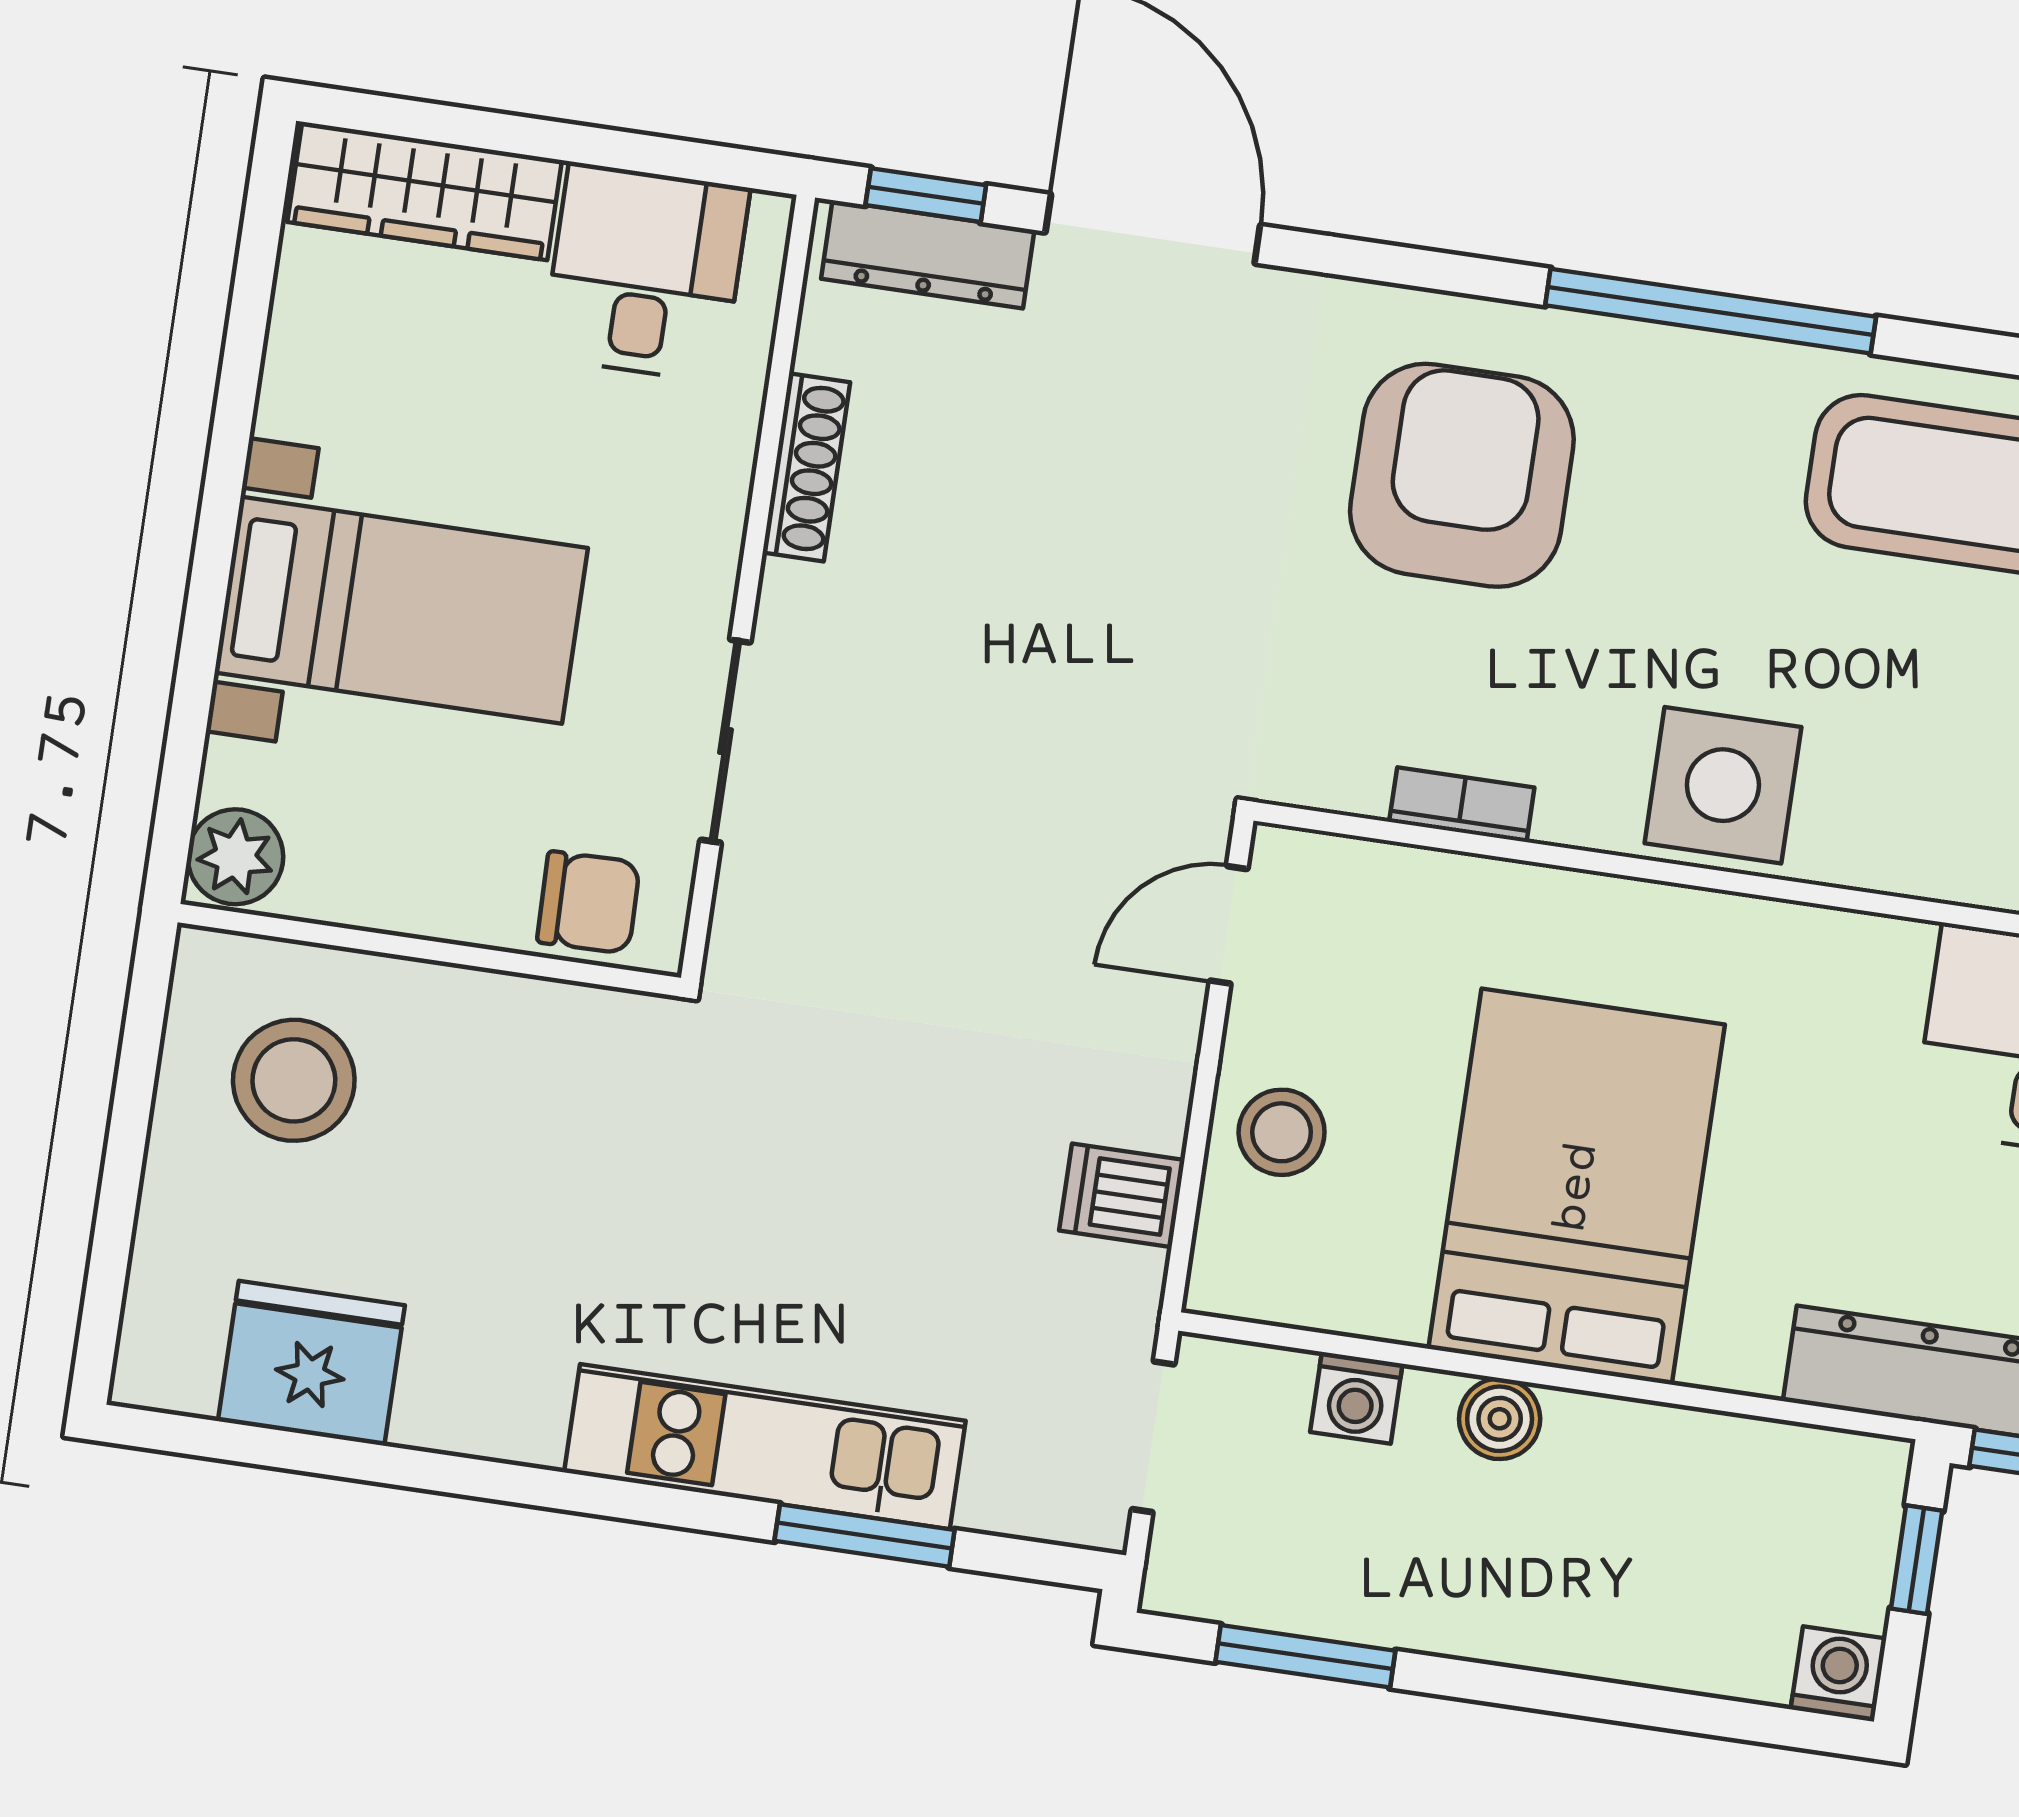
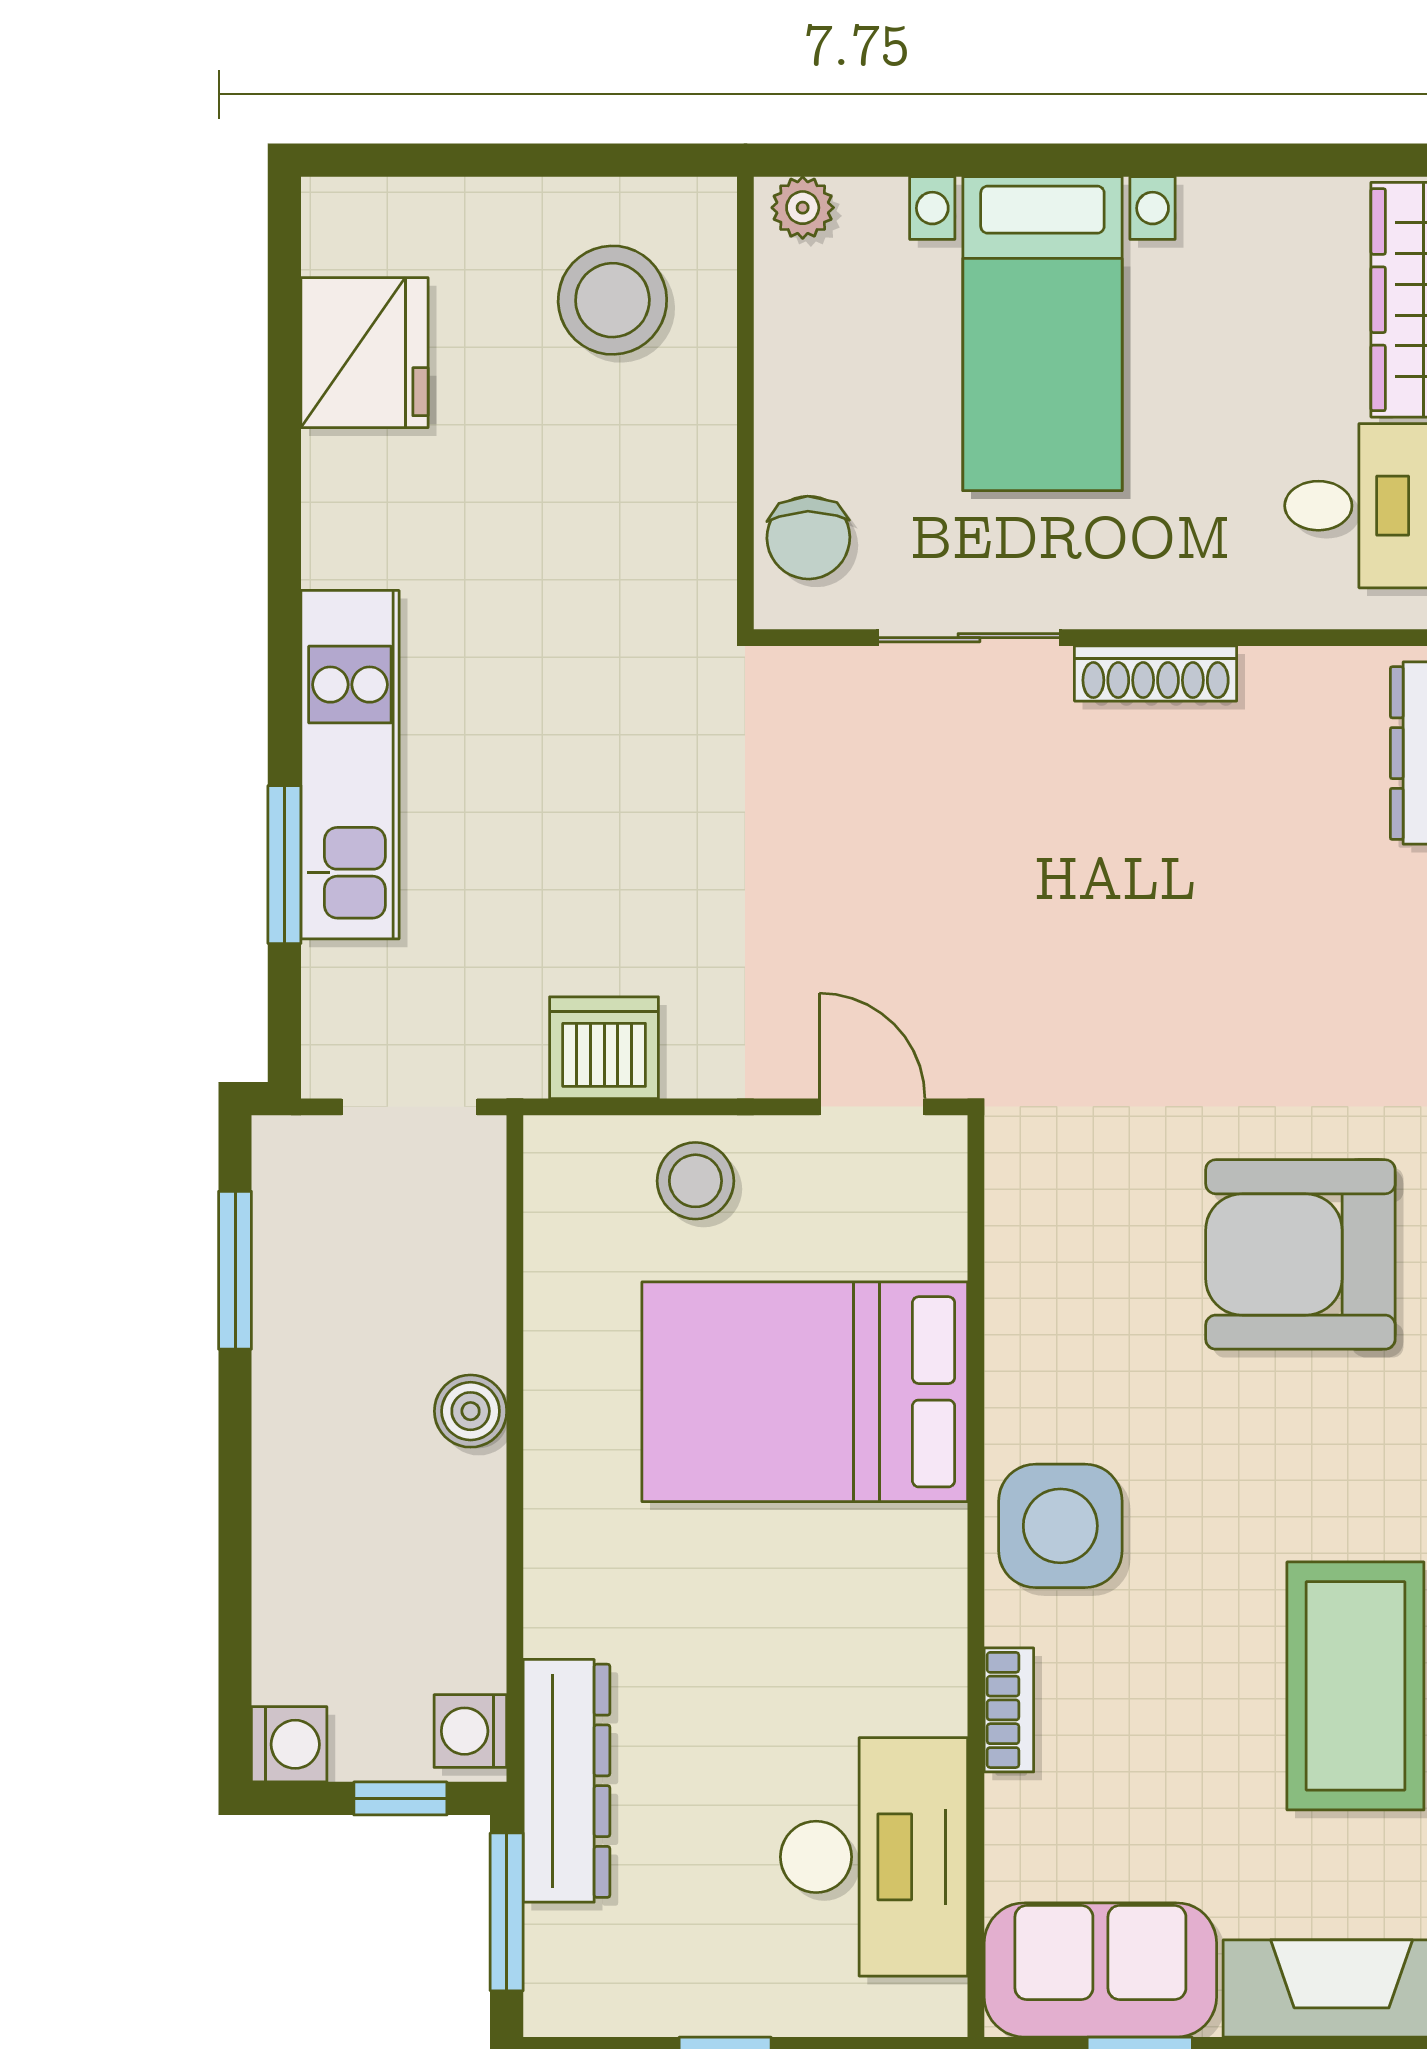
shoe rack: (806, 467) -> (1156, 673), moved
armchair: (1462, 475) -> (1300, 1254), turned 180
bookcase: (1462, 805) -> (1009, 1710), moved
plant: (235, 857) -> (803, 208), width x0.73, depth x0.73
bed: (1577, 1187) -> (805, 1392), moved, turned 180
dishwasher: (1122, 1195) -> (604, 1048), width x1.38
washing machine: (1356, 1398) -> (470, 1731), moved

